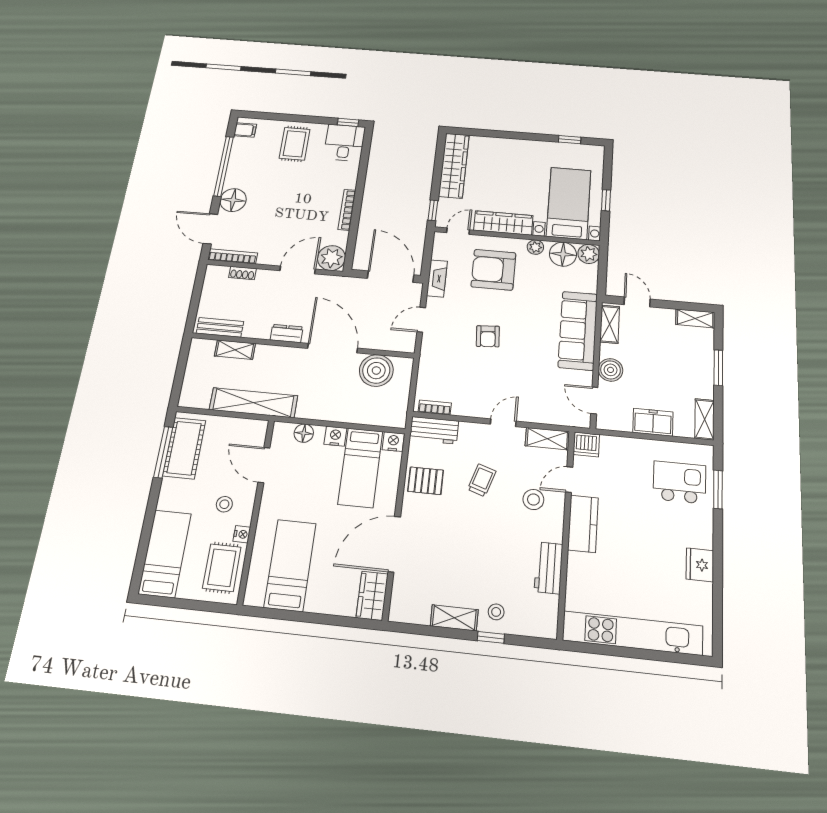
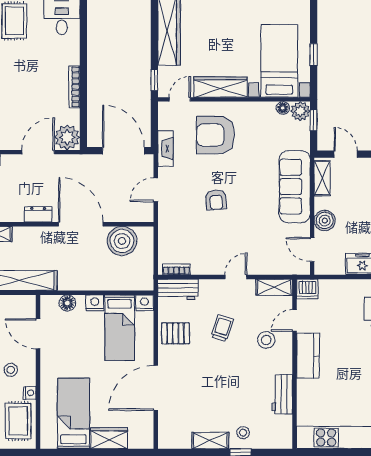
plant: (535, 247) -> (252, 109), removed
floor lamp: (563, 254) -> (283, 108), width x0.53, depth x0.53
window: (603, 264) -> (314, 120), added
wardrobe: (372, 596) -> (109, 438), moved, turned 90

